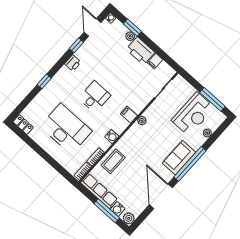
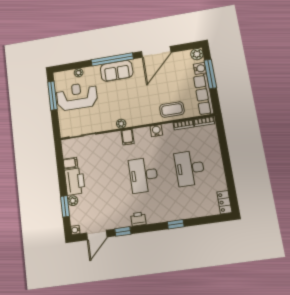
desk: (95, 97) -> (143, 175), width x1.37
desk: (66, 129) -> (190, 168), width x0.73, depth x0.77

